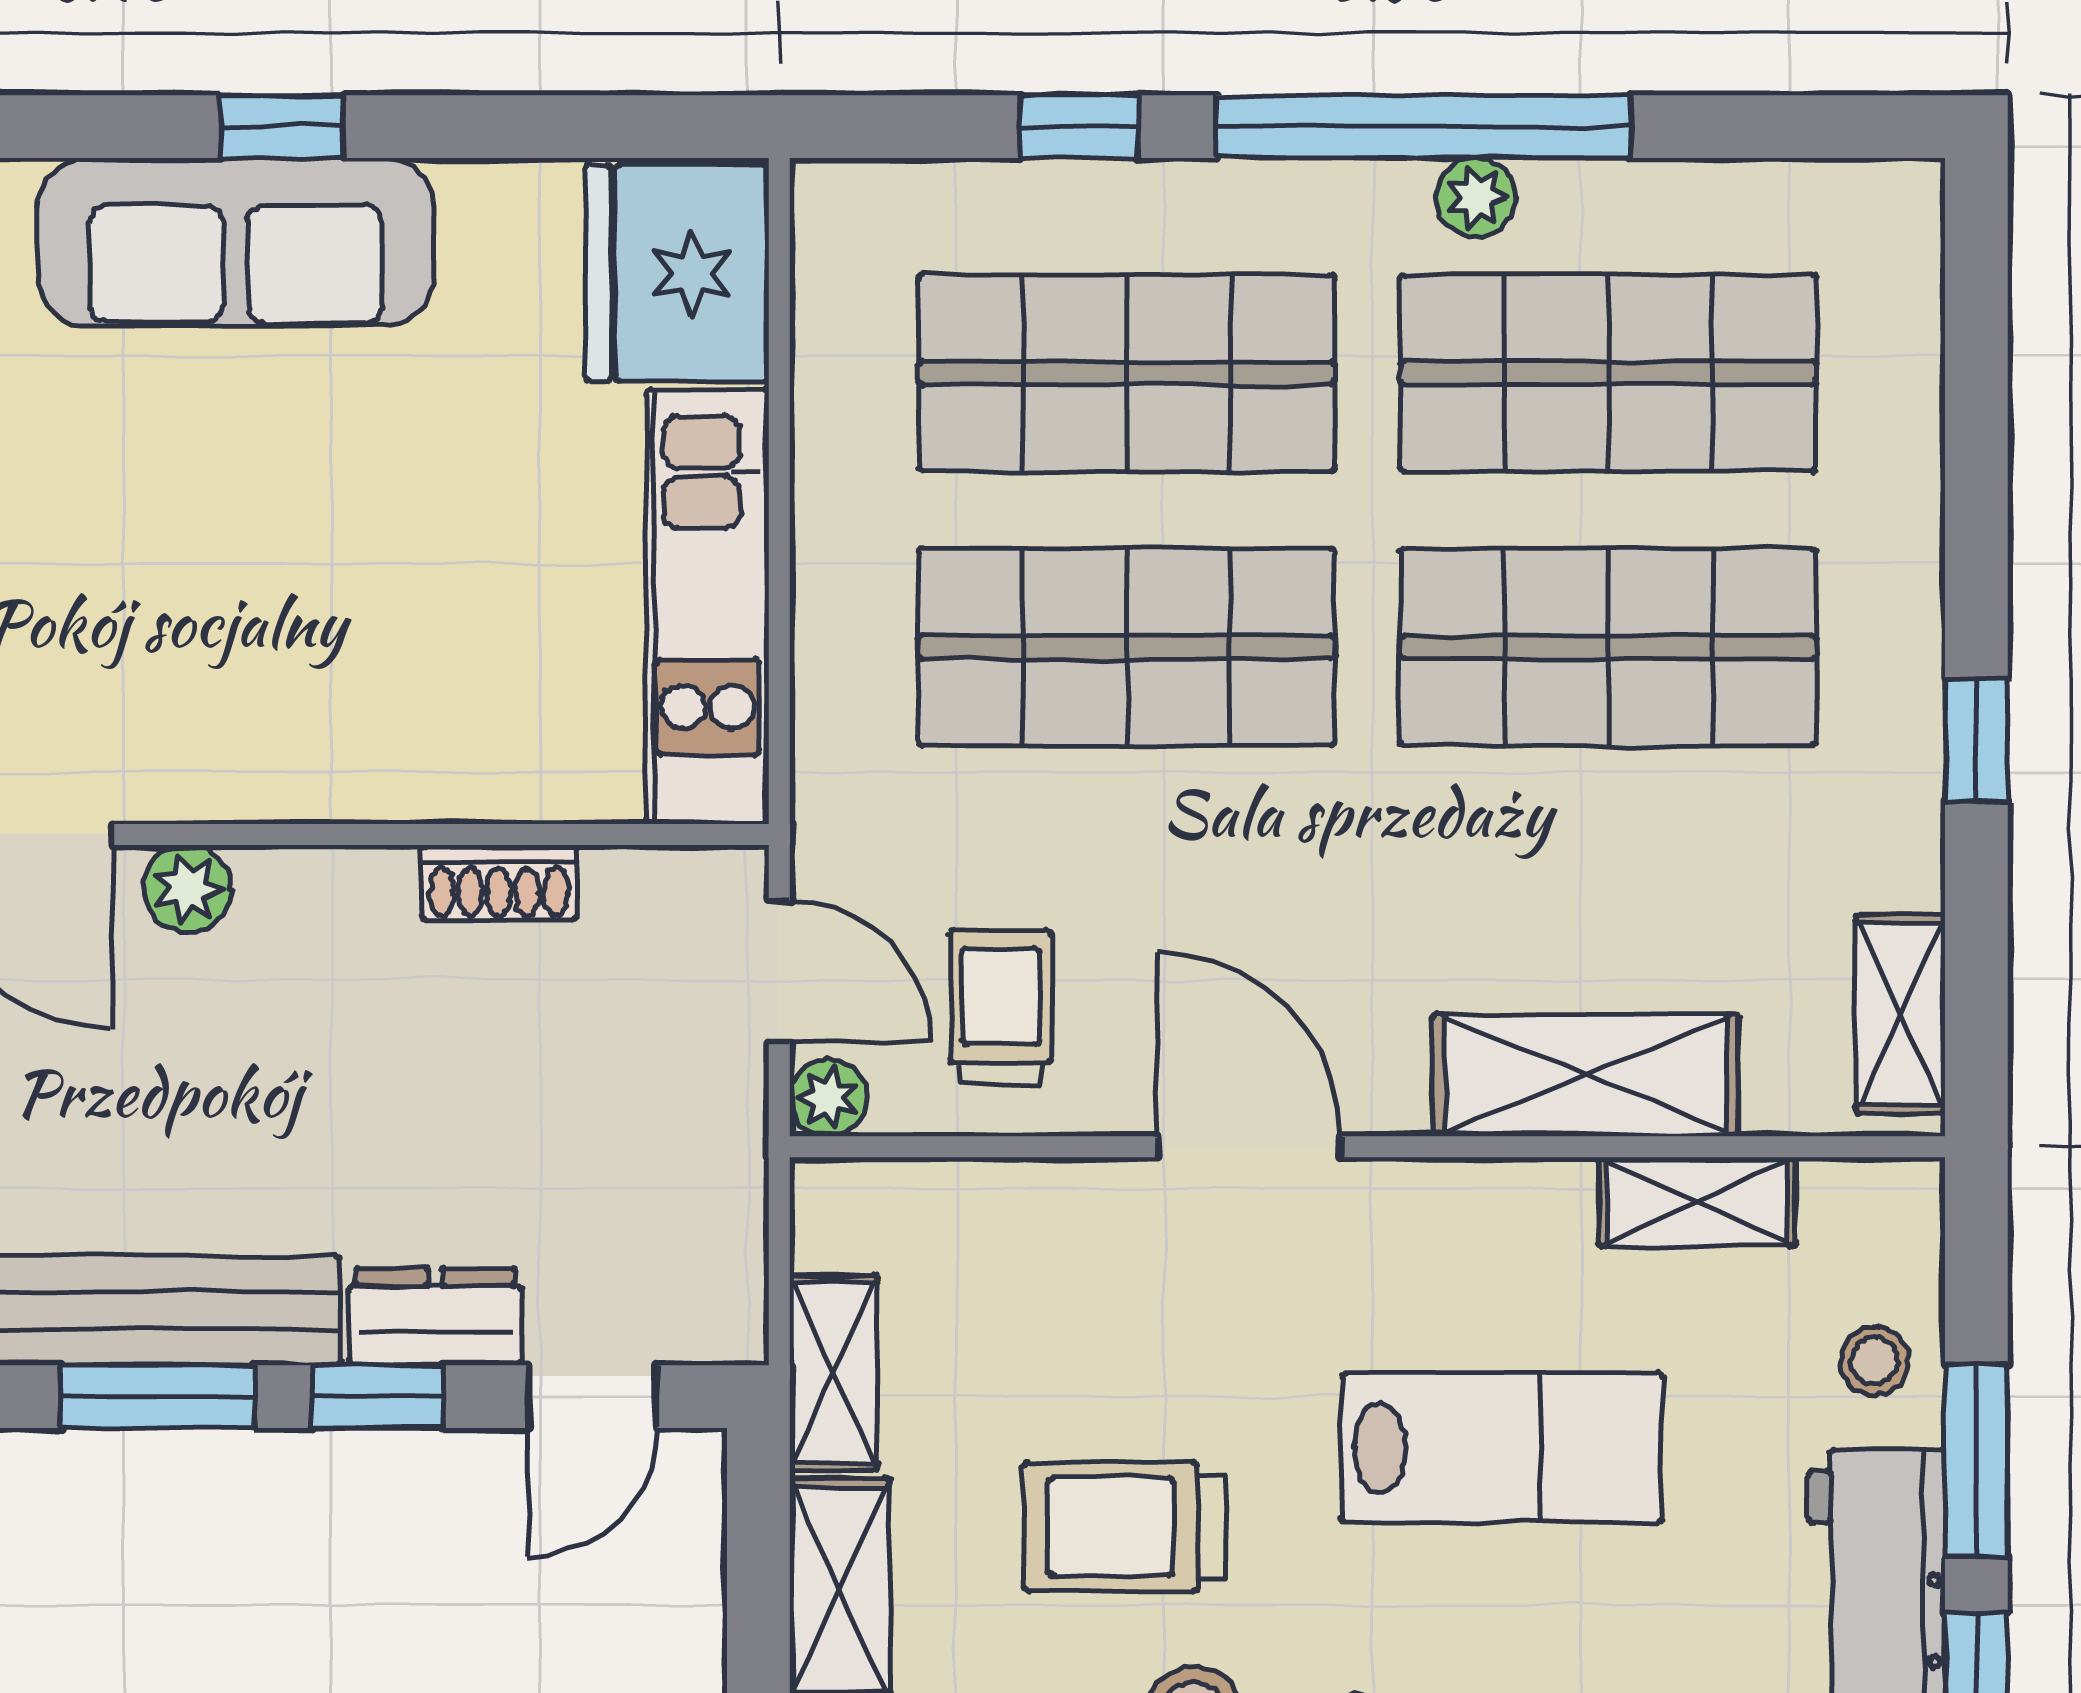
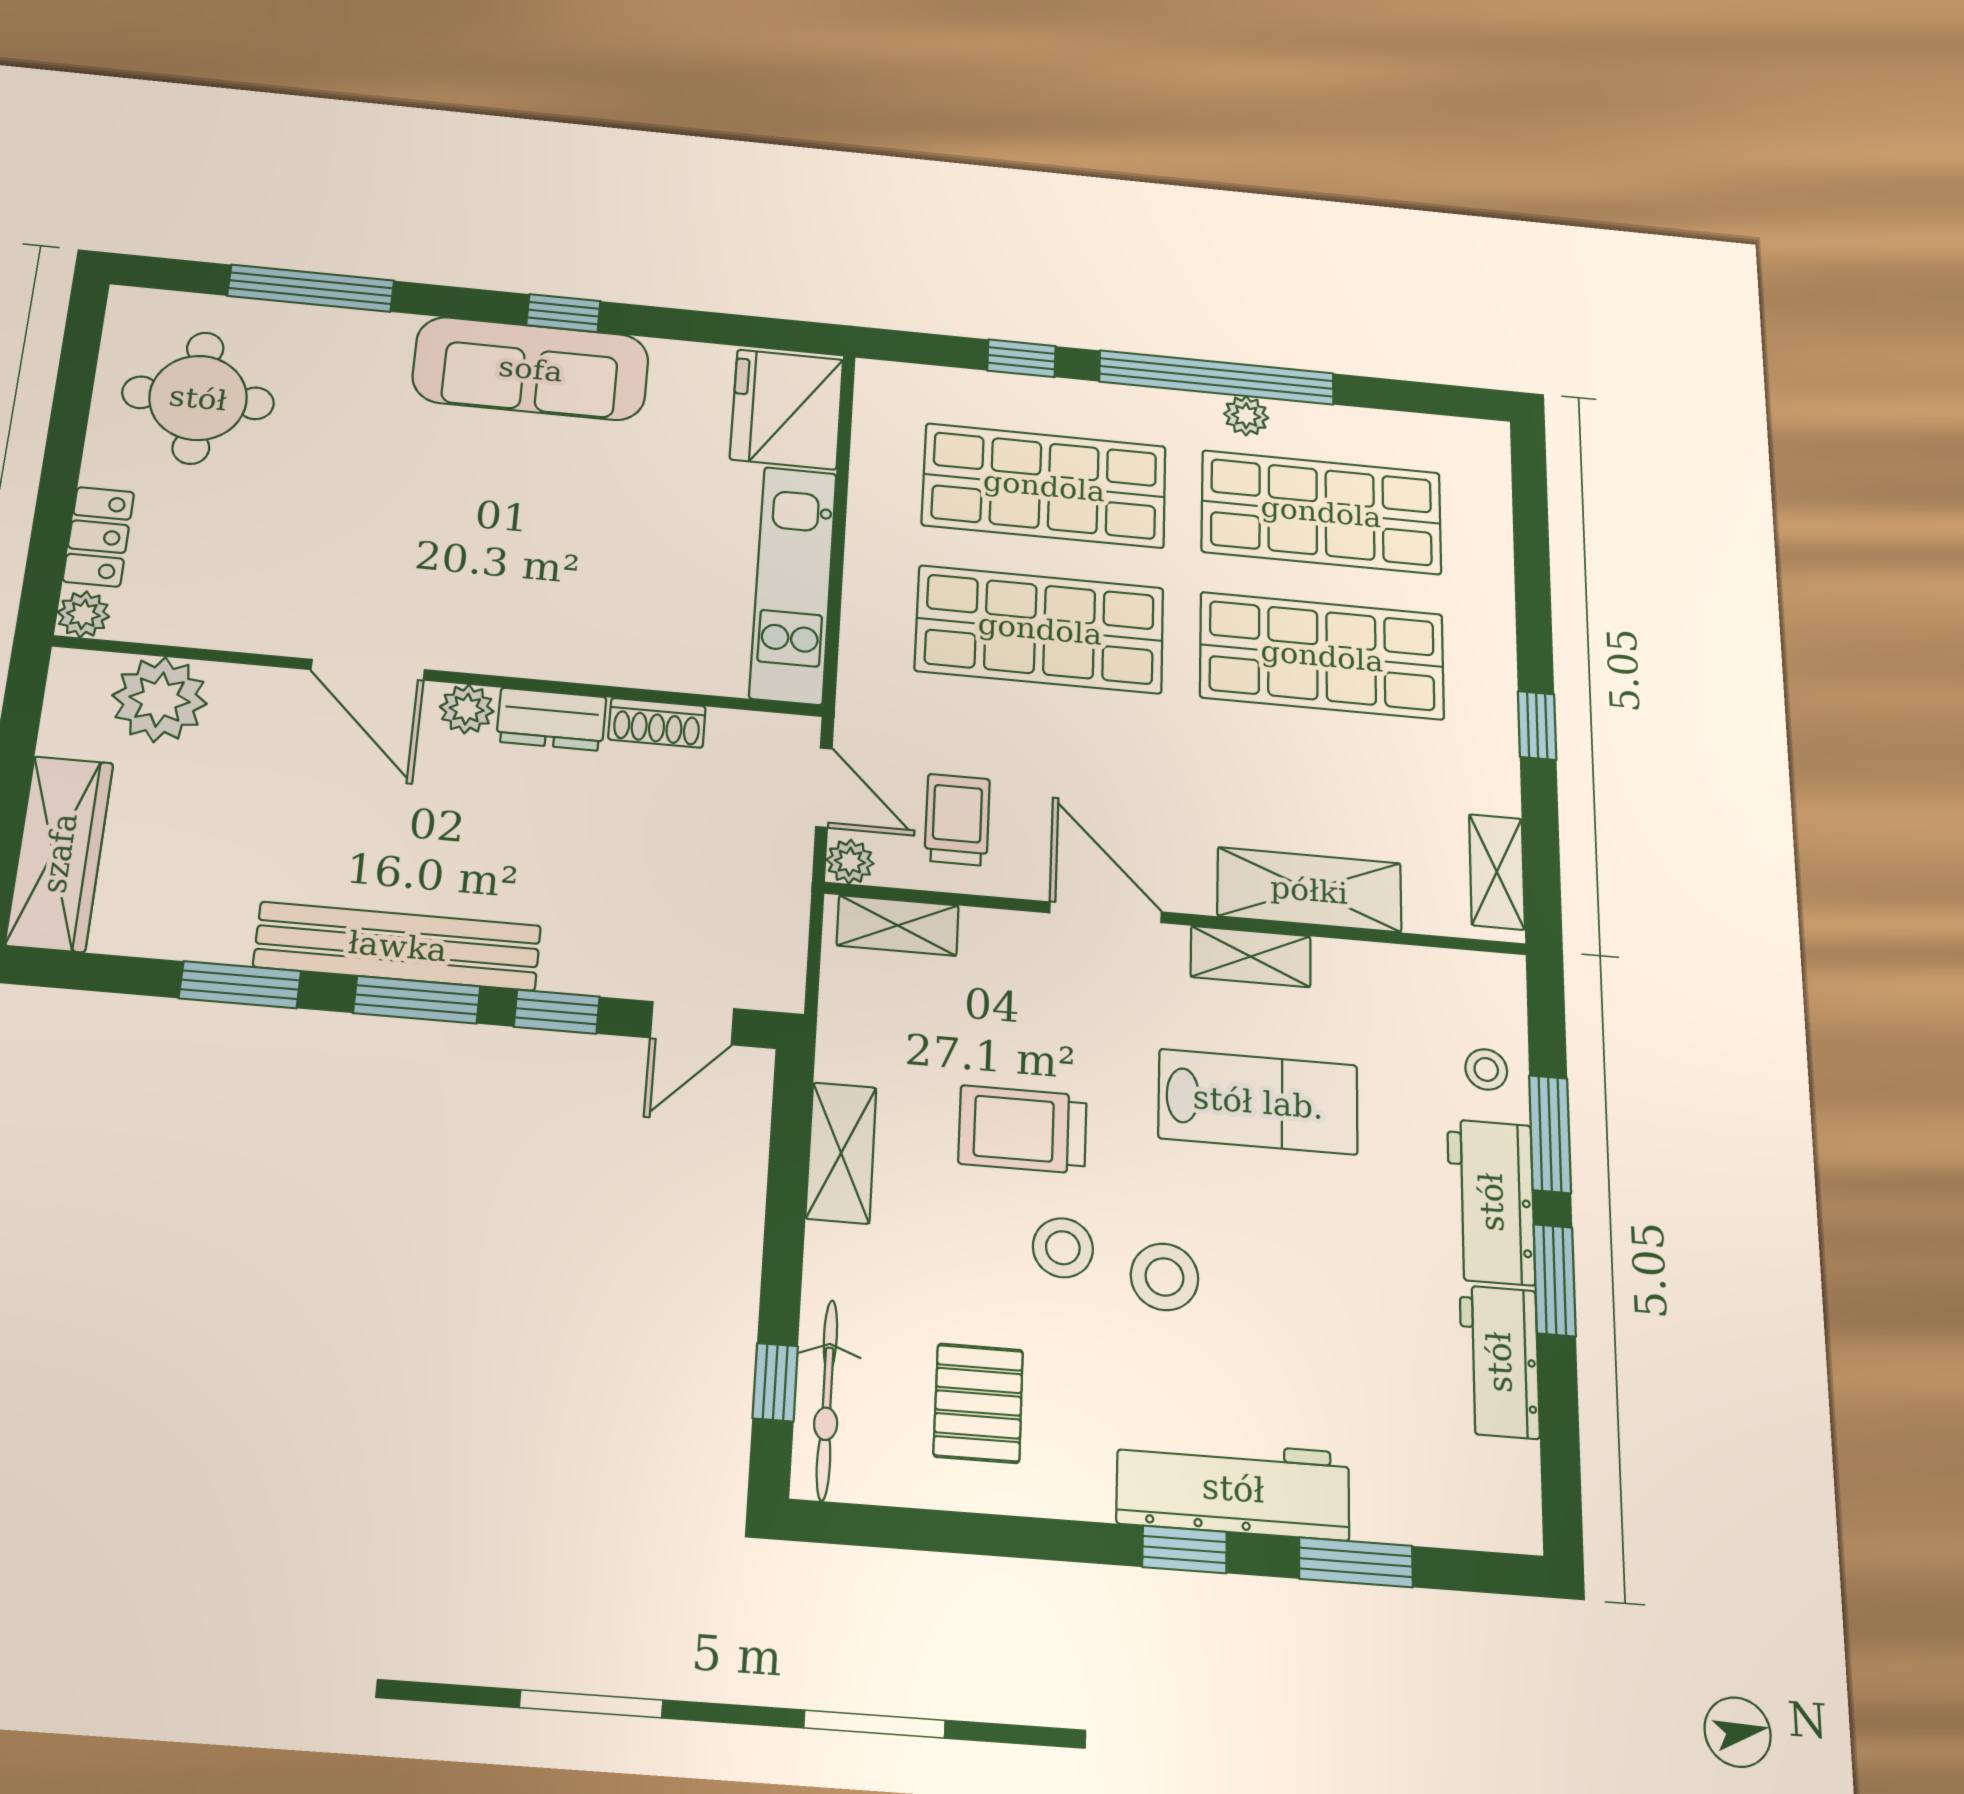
shelving: (1697, 1202) -> (1251, 957), moved
dresser: (435, 1317) -> (551, 719), moved, turned 180
shelving: (833, 1373) -> (898, 925), moved, turned 90

